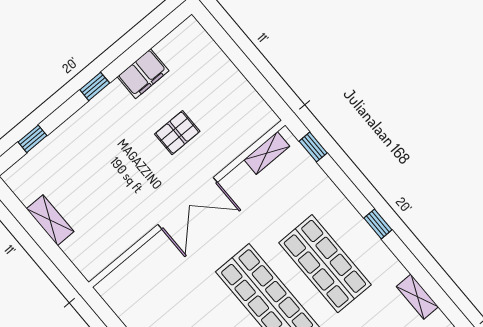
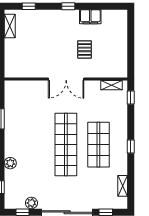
pallet: (177, 133) -> (85, 49), turned 90
shelving: (50, 220) -> (10, 26), moved

